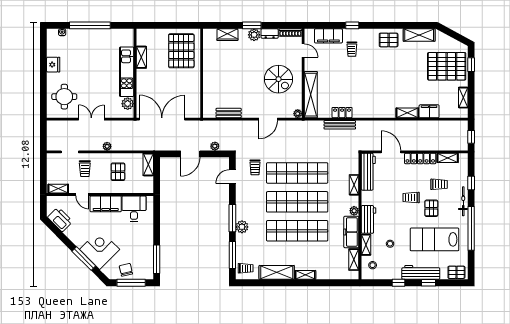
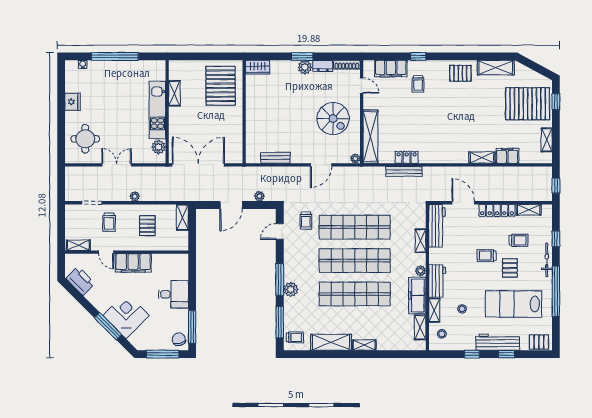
wardrobe: (227, 35) -> (258, 67), moved
desk: (134, 209) -> (173, 294), moved, turned 90
chair: (126, 270) -> (179, 339), moved

